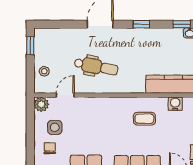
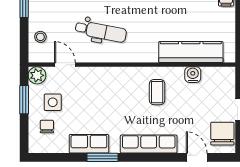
door: (65, 95) -> (65, 65), hinge flipped
coffee table: (144, 119) -> (157, 92), turned 90
window: (30, 125) -> (24, 100), added

